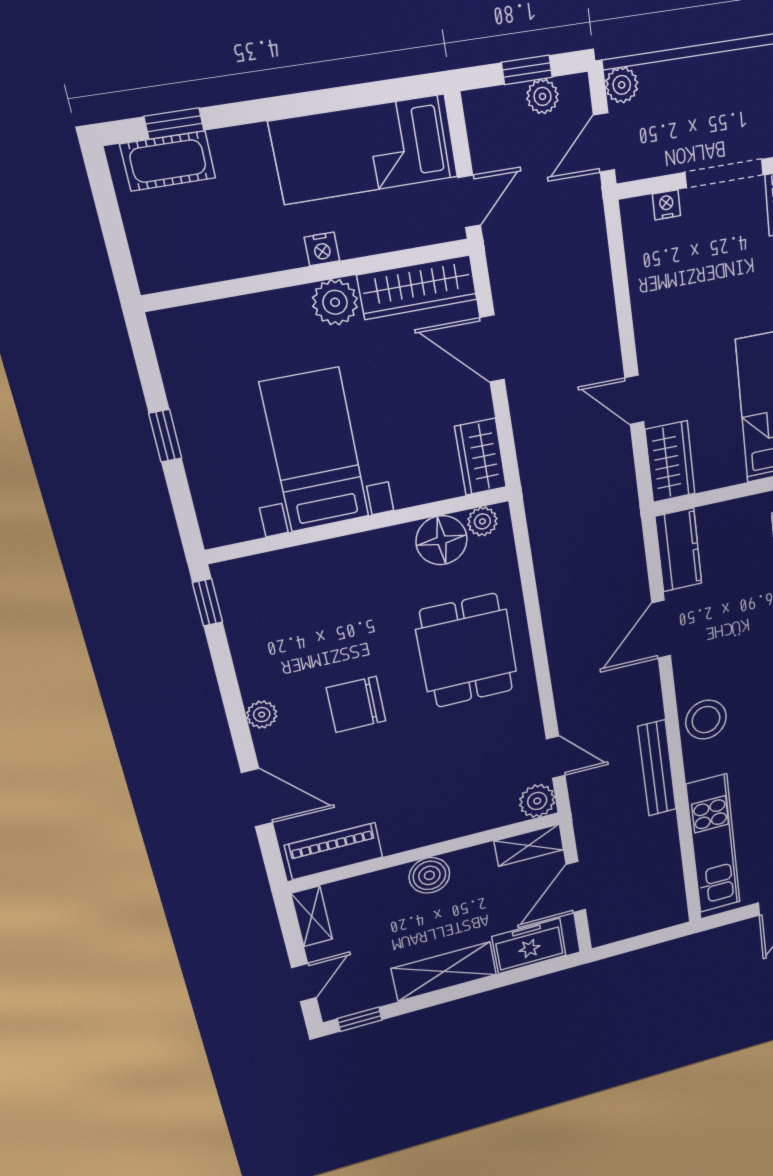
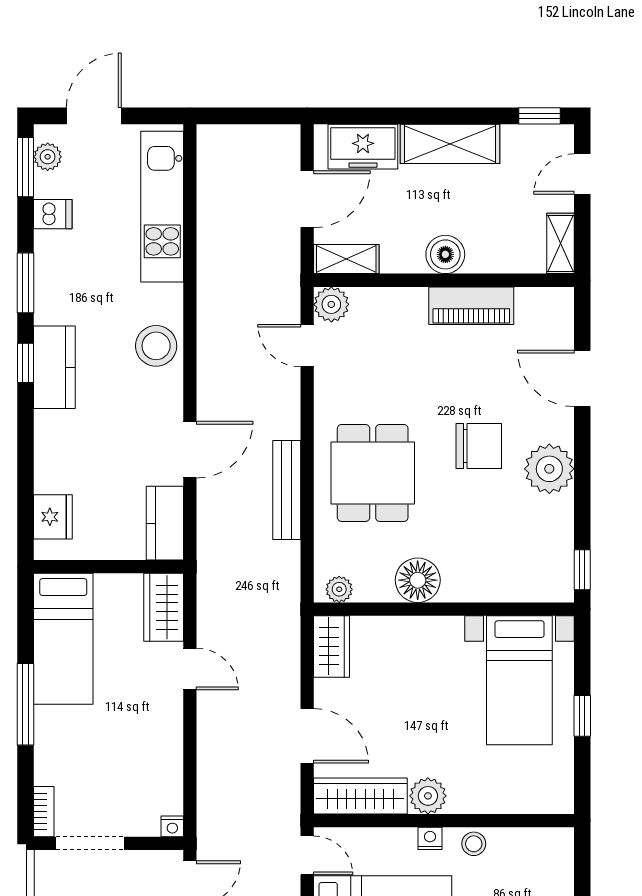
door: (469, 201) -> (307, 855), swing flipped
nightstand: (666, 205) -> (172, 826), moved
stool: (265, 251) -> (474, 844), added
bed with nightstands: (315, 450) -> (519, 680), moved
floor lamp: (442, 540) -> (418, 580), moved
plant: (262, 715) -> (549, 469), width x1.88, depth x1.88
bench: (657, 768) -> (287, 490), moved
piano: (334, 851) -> (471, 306), moved

